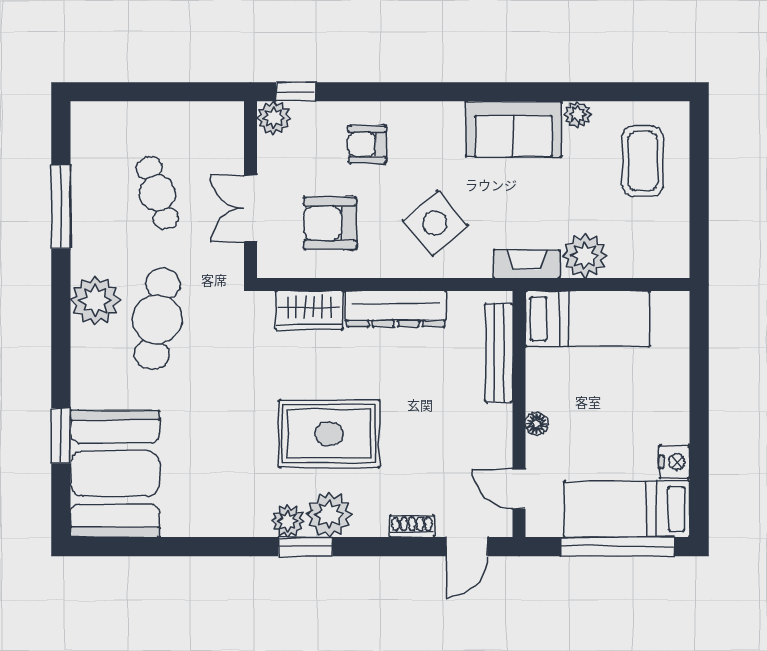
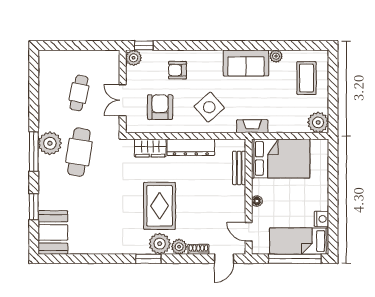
cafe table: (157, 193) -> (79, 93), turned 30
window: (61, 207) -> (34, 152), moved
armchair: (330, 223) -> (160, 107), turned 90
plant: (585, 256) -> (318, 122), moved
bed: (587, 319) -> (281, 158), width x1.50
bench: (499, 353) -> (239, 168), width x0.73
rug: (329, 434) -> (160, 206), turned 90
booth: (115, 474) -> (53, 232), width x0.73, depth x0.70
plant: (288, 521) -> (179, 247), moved

